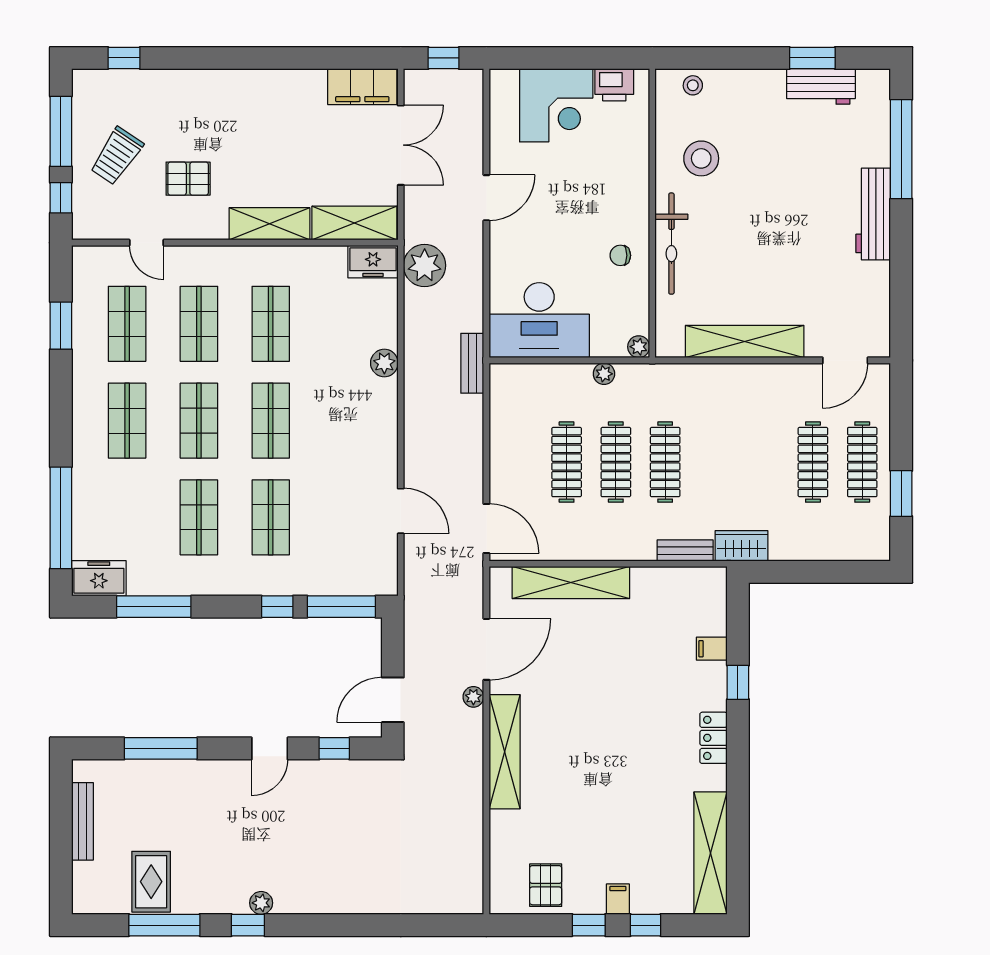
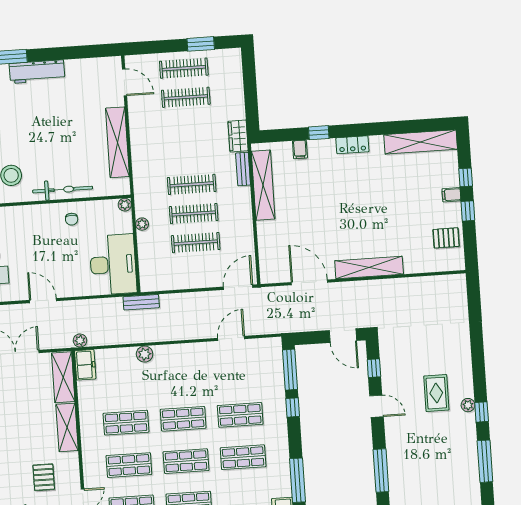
plant: (425, 265) -> (80, 340), width x0.53, depth x0.53
shelving: (571, 582) -> (263, 185), moved
plant: (473, 697) -> (338, 288), removed
rug: (151, 882) -> (436, 393), moved, turned 90

